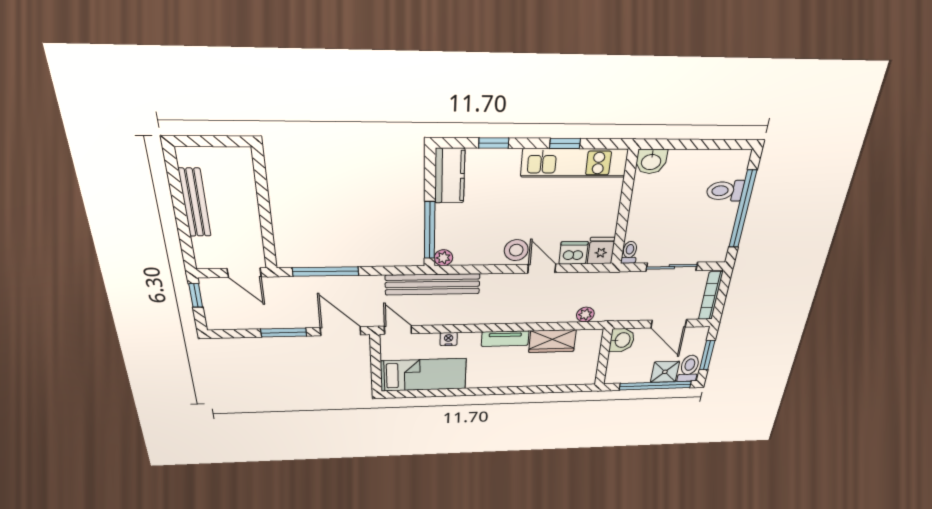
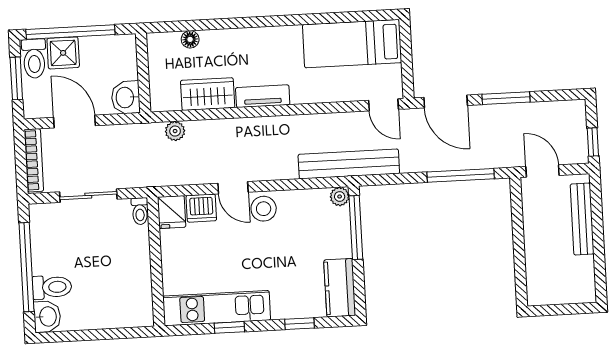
washbasin: (651, 161) -> (47, 317), moved, turned 90
bench: (195, 203) -> (582, 219), moved
nightstand: (449, 339) -> (327, 94), removed
floor lamp: (560, 380) -> (190, 39), added

